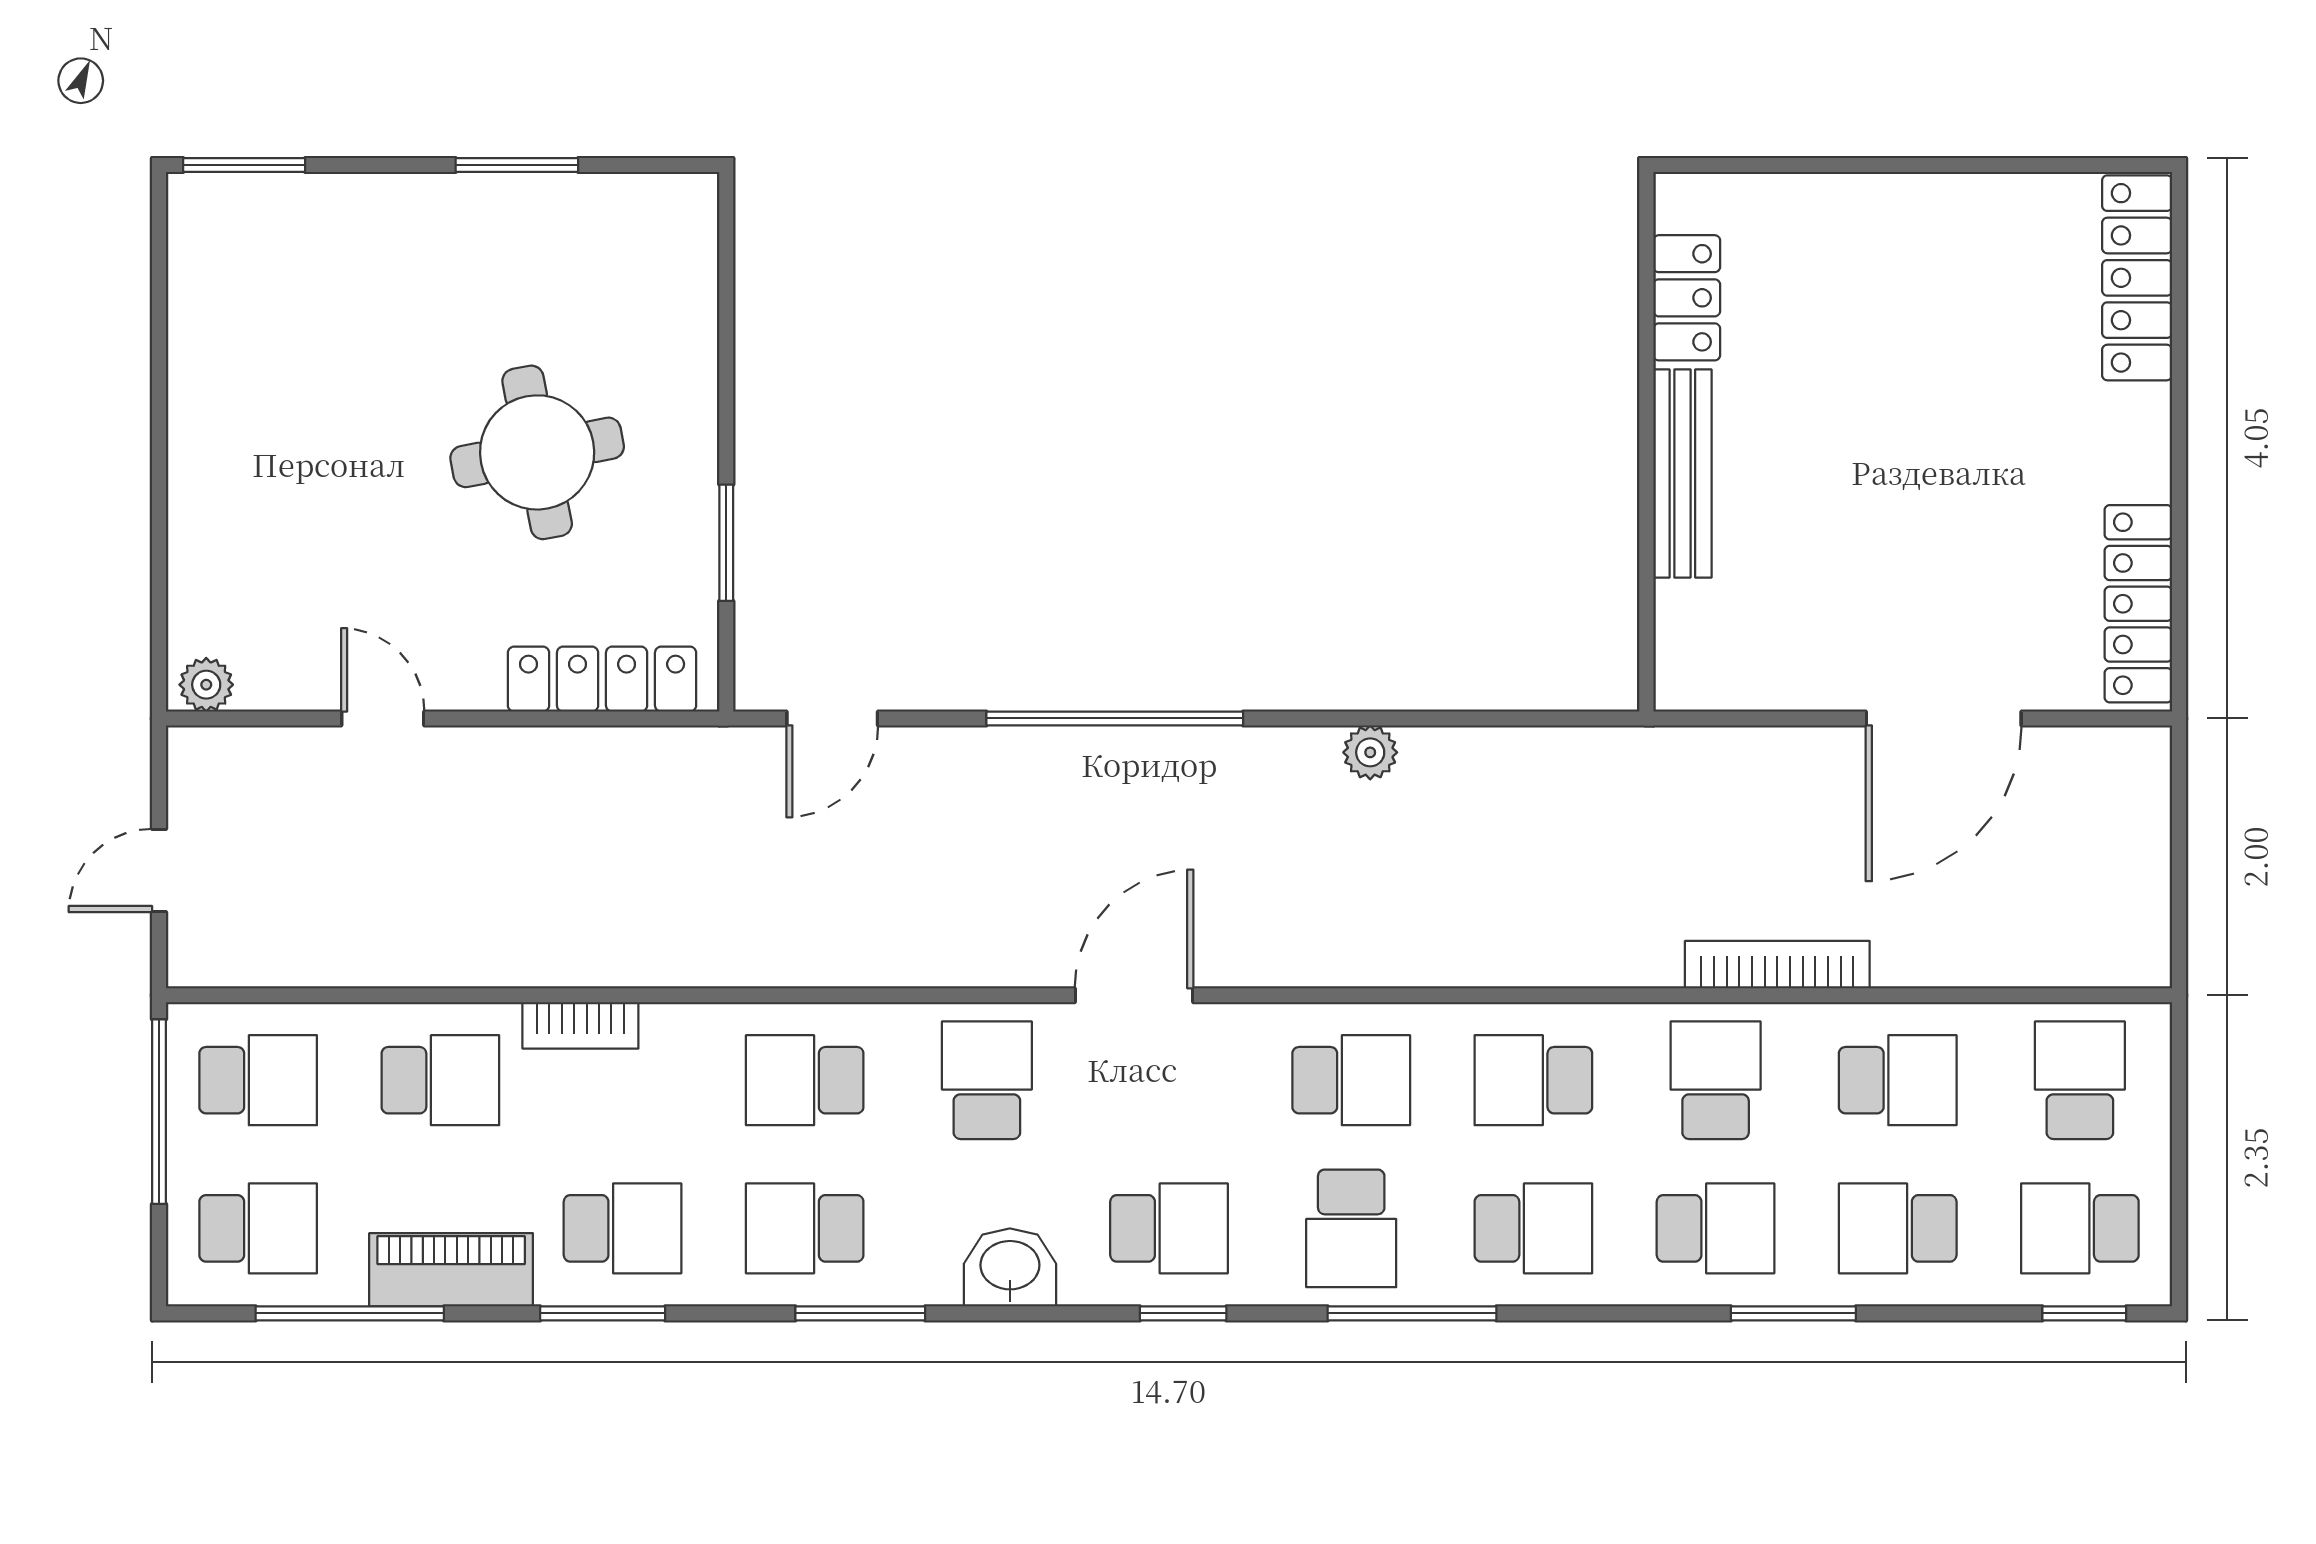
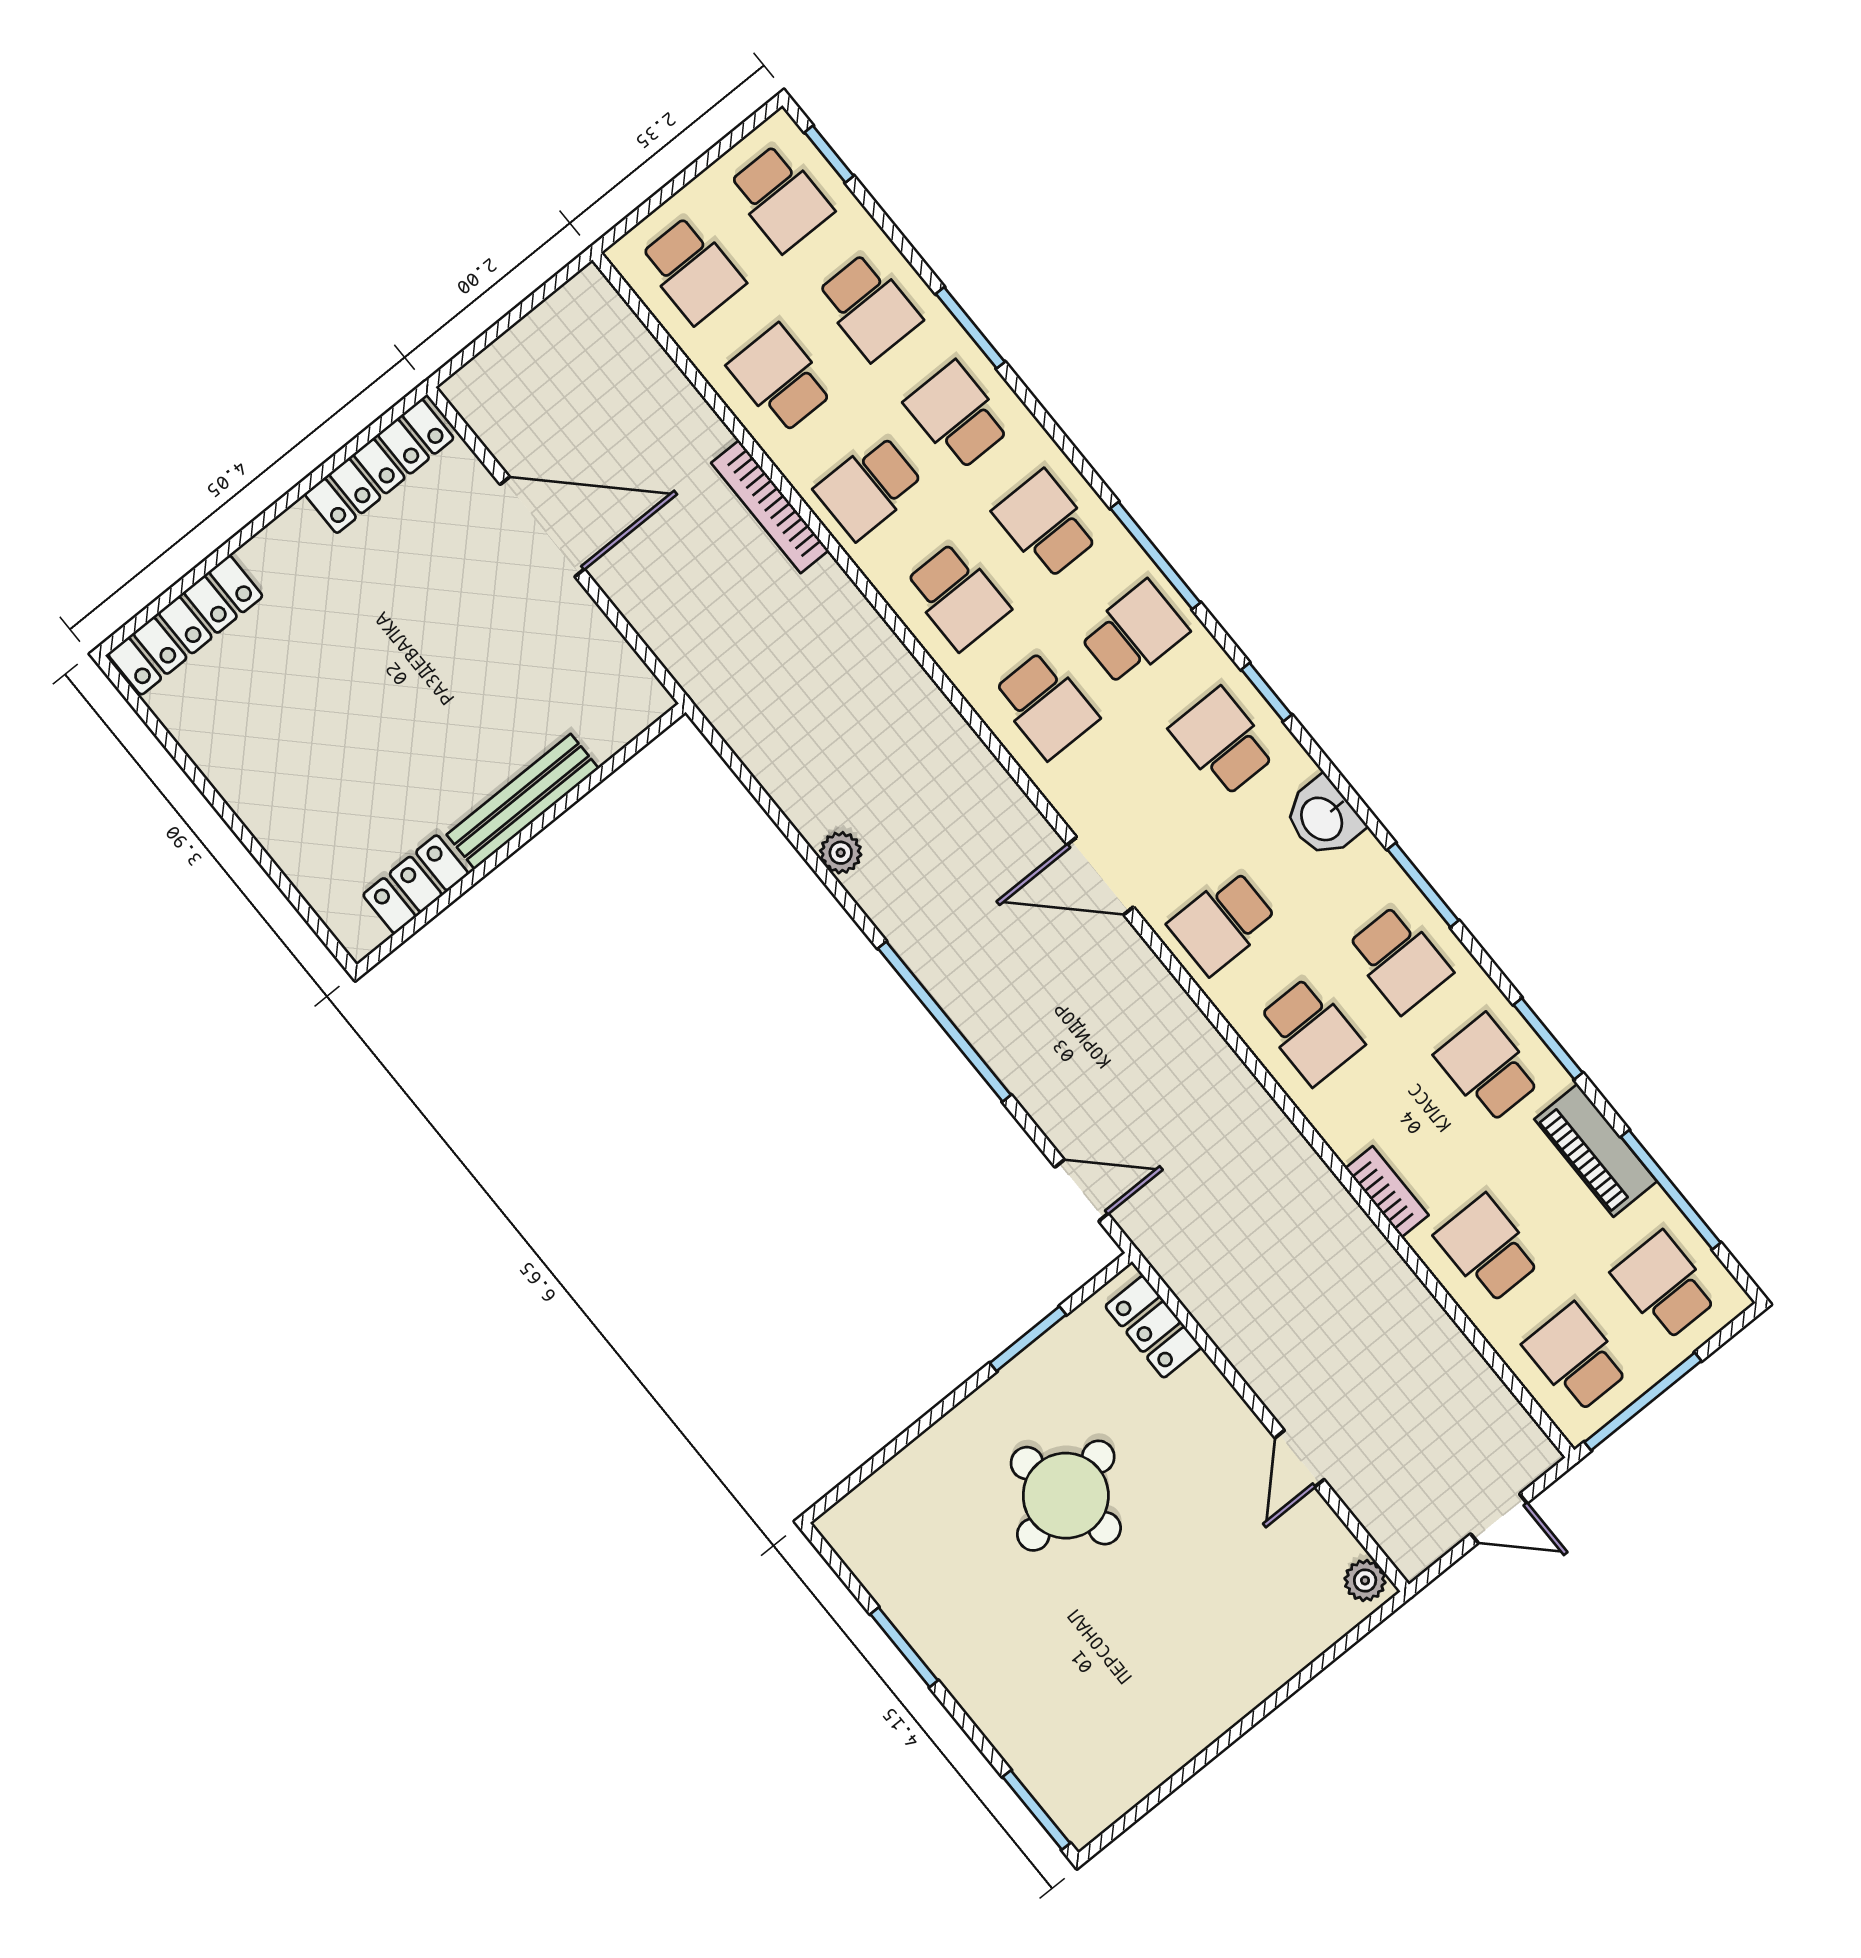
locker: (602, 679) -> (1153, 1327), width x0.66
school desk: (1351, 1080) -> (1046, 705), turned 180
school desk: (2080, 1080) -> (692, 270), turned -90

